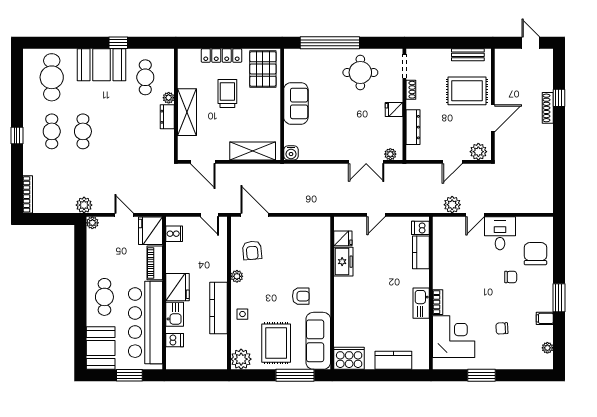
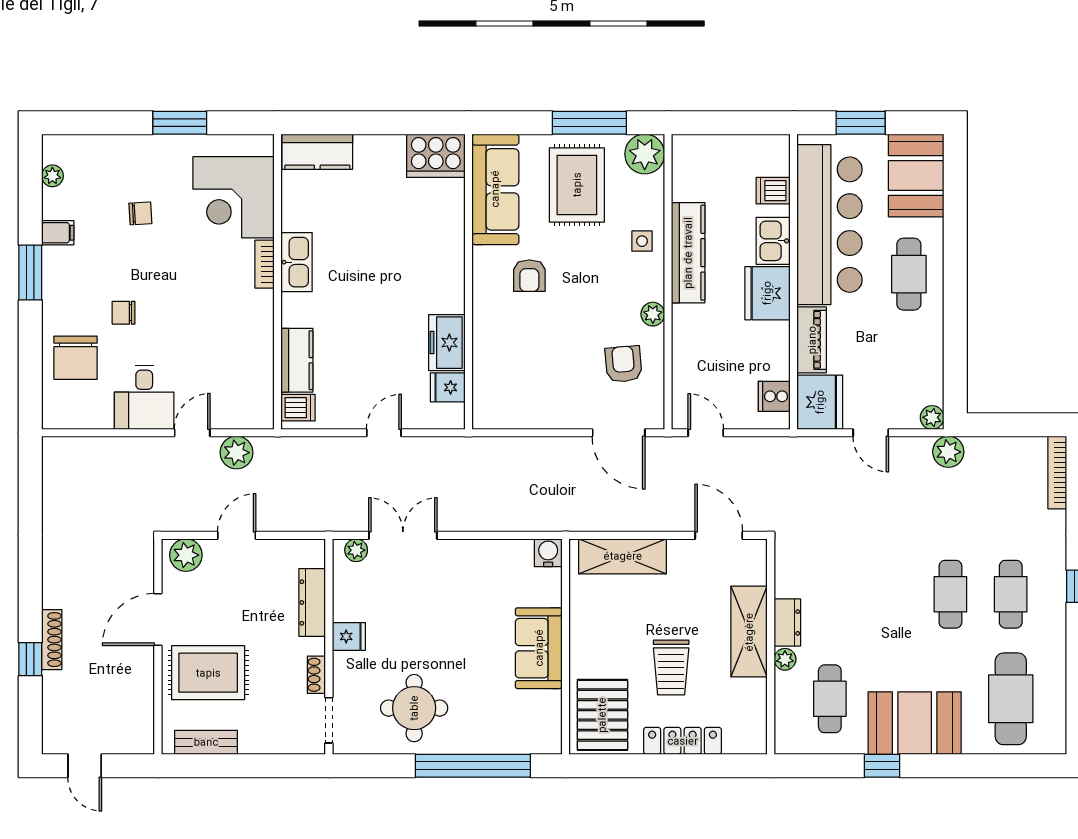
armchair: (301, 296) -> (529, 276), turned -90
kitchen counter: (393, 360) -> (317, 152), moved
window: (295, 375) -> (589, 123), moved

